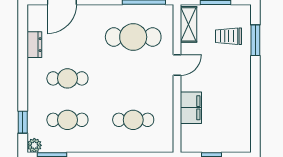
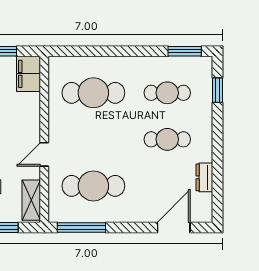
filing cabinet: (191, 108) -> (28, 74), moved
cafe table: (133, 120) -> (93, 93), width x1.37, depth x1.35
plant: (34, 145) -> (204, 64), removed

